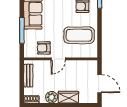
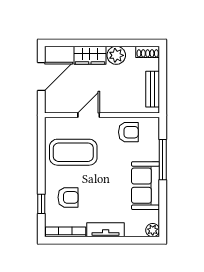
door: (58, 59) -> (89, 115), moved
door: (100, 84) -> (41, 76), swing flipped

